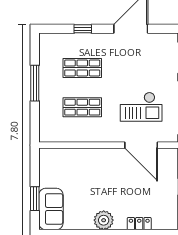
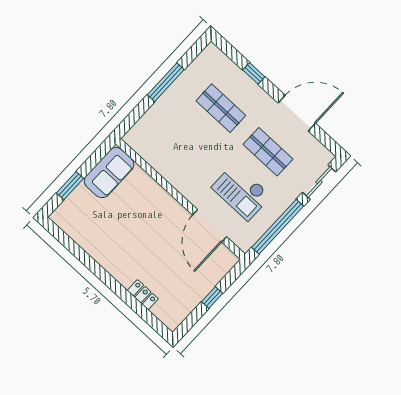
shop shelf: (82, 107) -> (268, 152), moved
sofa: (51, 209) -> (109, 173), moved
plant: (104, 220) -> (114, 262), removed

